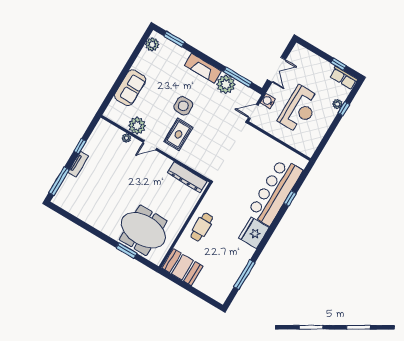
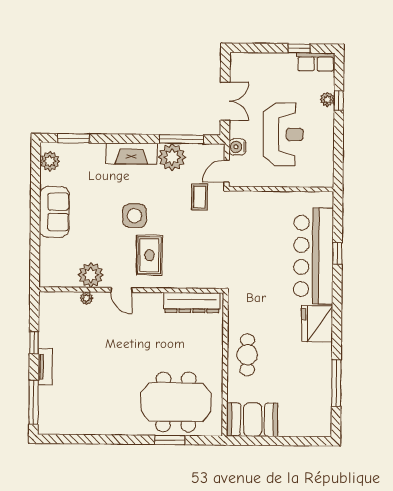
sofa: (130, 88) -> (54, 212), moved
coffee table: (228, 117) -> (199, 197), added
door: (150, 145) -> (121, 290), hinge flipped

